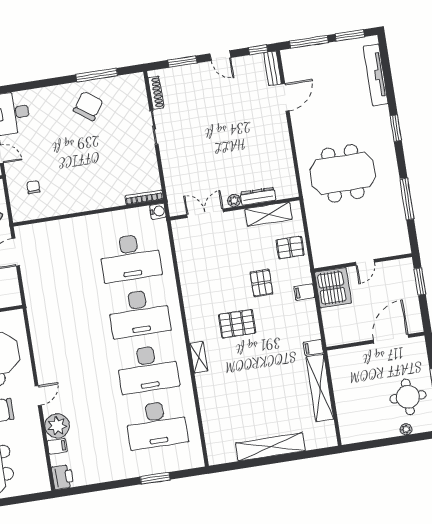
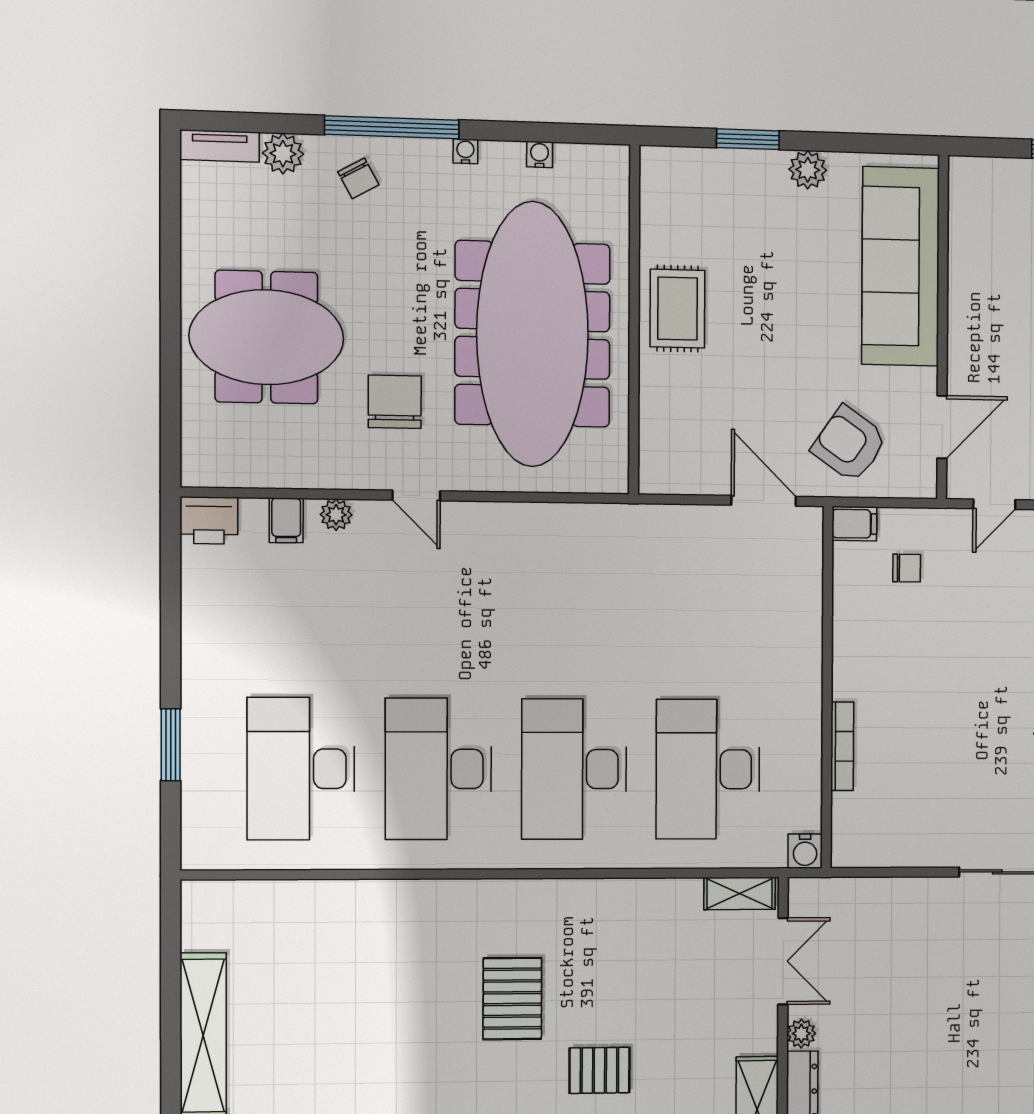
bookcase: (144, 197) -> (842, 746), moved
filing cabinet: (19, 212) -> (854, 524), added
shelving: (199, 357) -> (740, 893), moved
plant: (57, 426) -> (336, 515), width x0.53, depth x0.53

